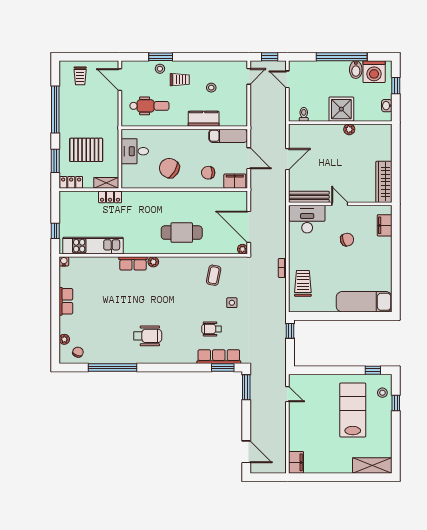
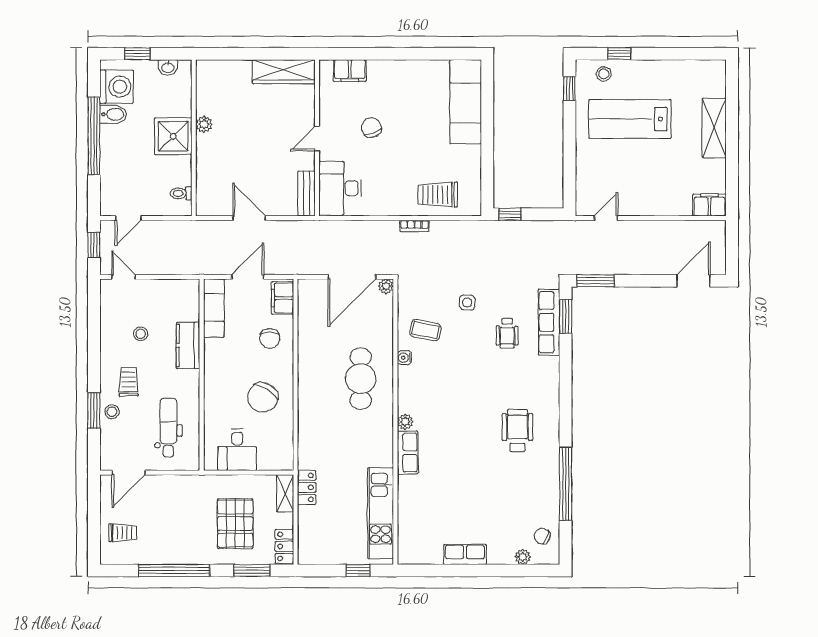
bench: (309, 197) -> (306, 194), width x0.73
water cooler: (64, 261) -> (404, 358), moved
shelving: (372, 465) -> (714, 128), moved

